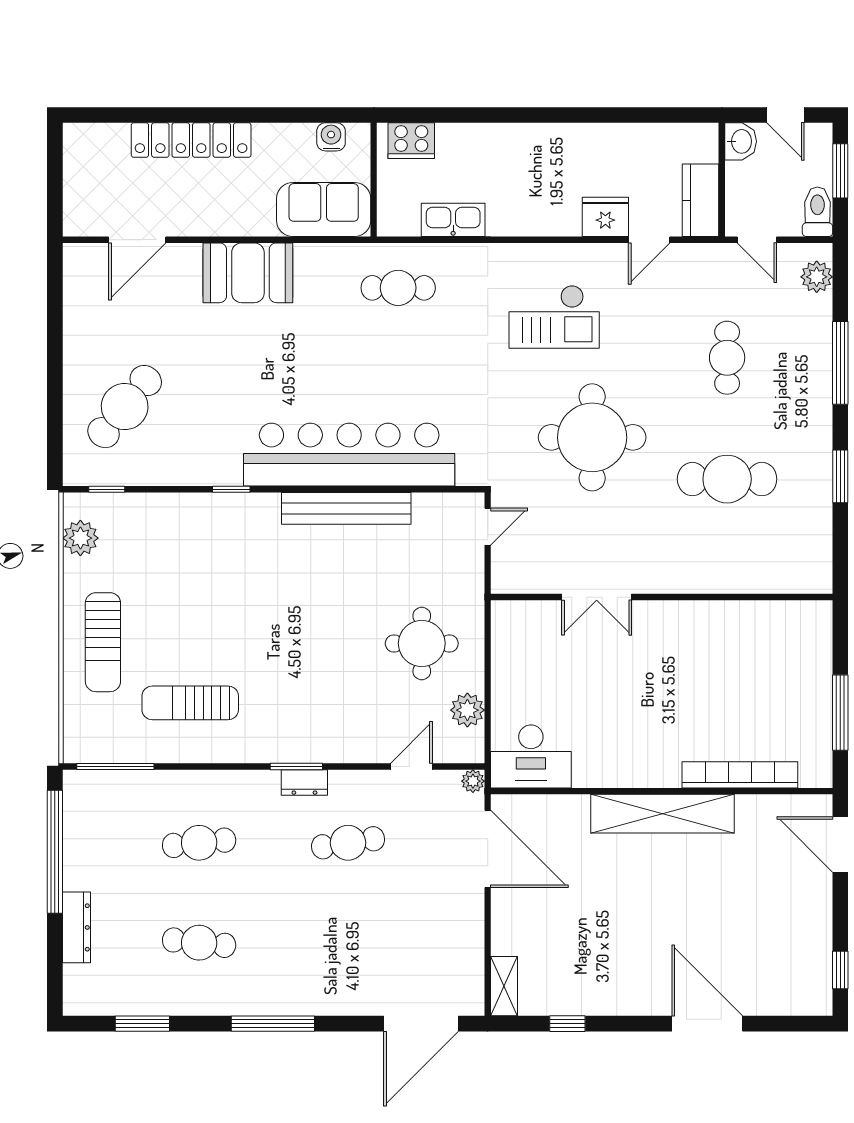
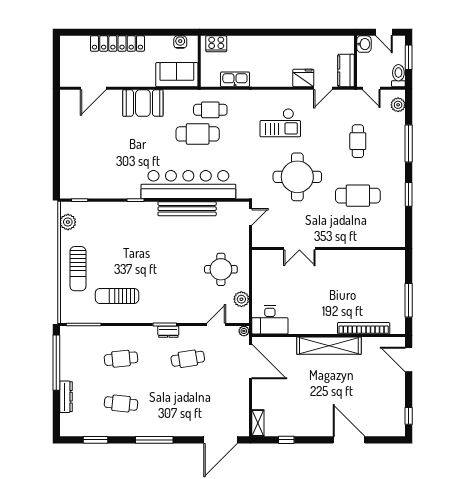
cafe table: (125, 407) -> (198, 134), moved, turned 51

